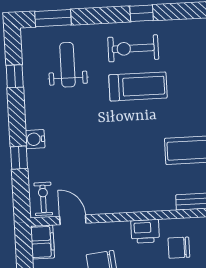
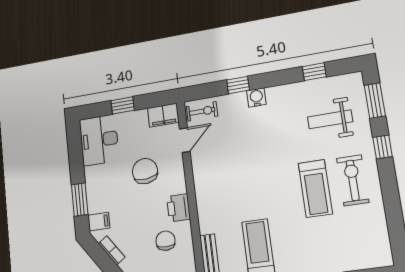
window: (142, 13) -> (383, 147), moved
weight bench: (67, 65) -> (330, 119), turned 180

